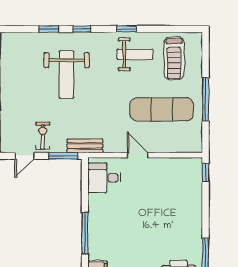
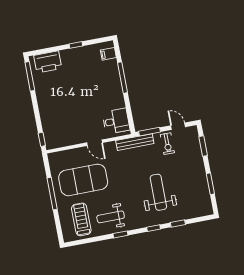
exercise mat: (162, 109) -> (83, 180), width x1.47
bench: (85, 146) -> (135, 142), width x1.36
door: (25, 156) -> (178, 126), hinge flipped

